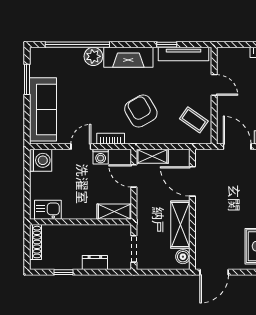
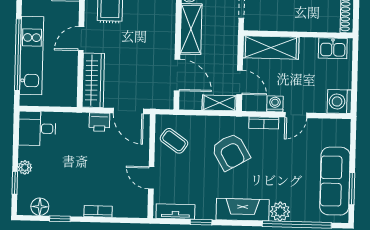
tv unit: (184, 54) -> (175, 212), width x0.71
sofa: (43, 109) -> (335, 181), moved
shelving: (114, 212) -> (271, 48), width x1.50, depth x1.33

